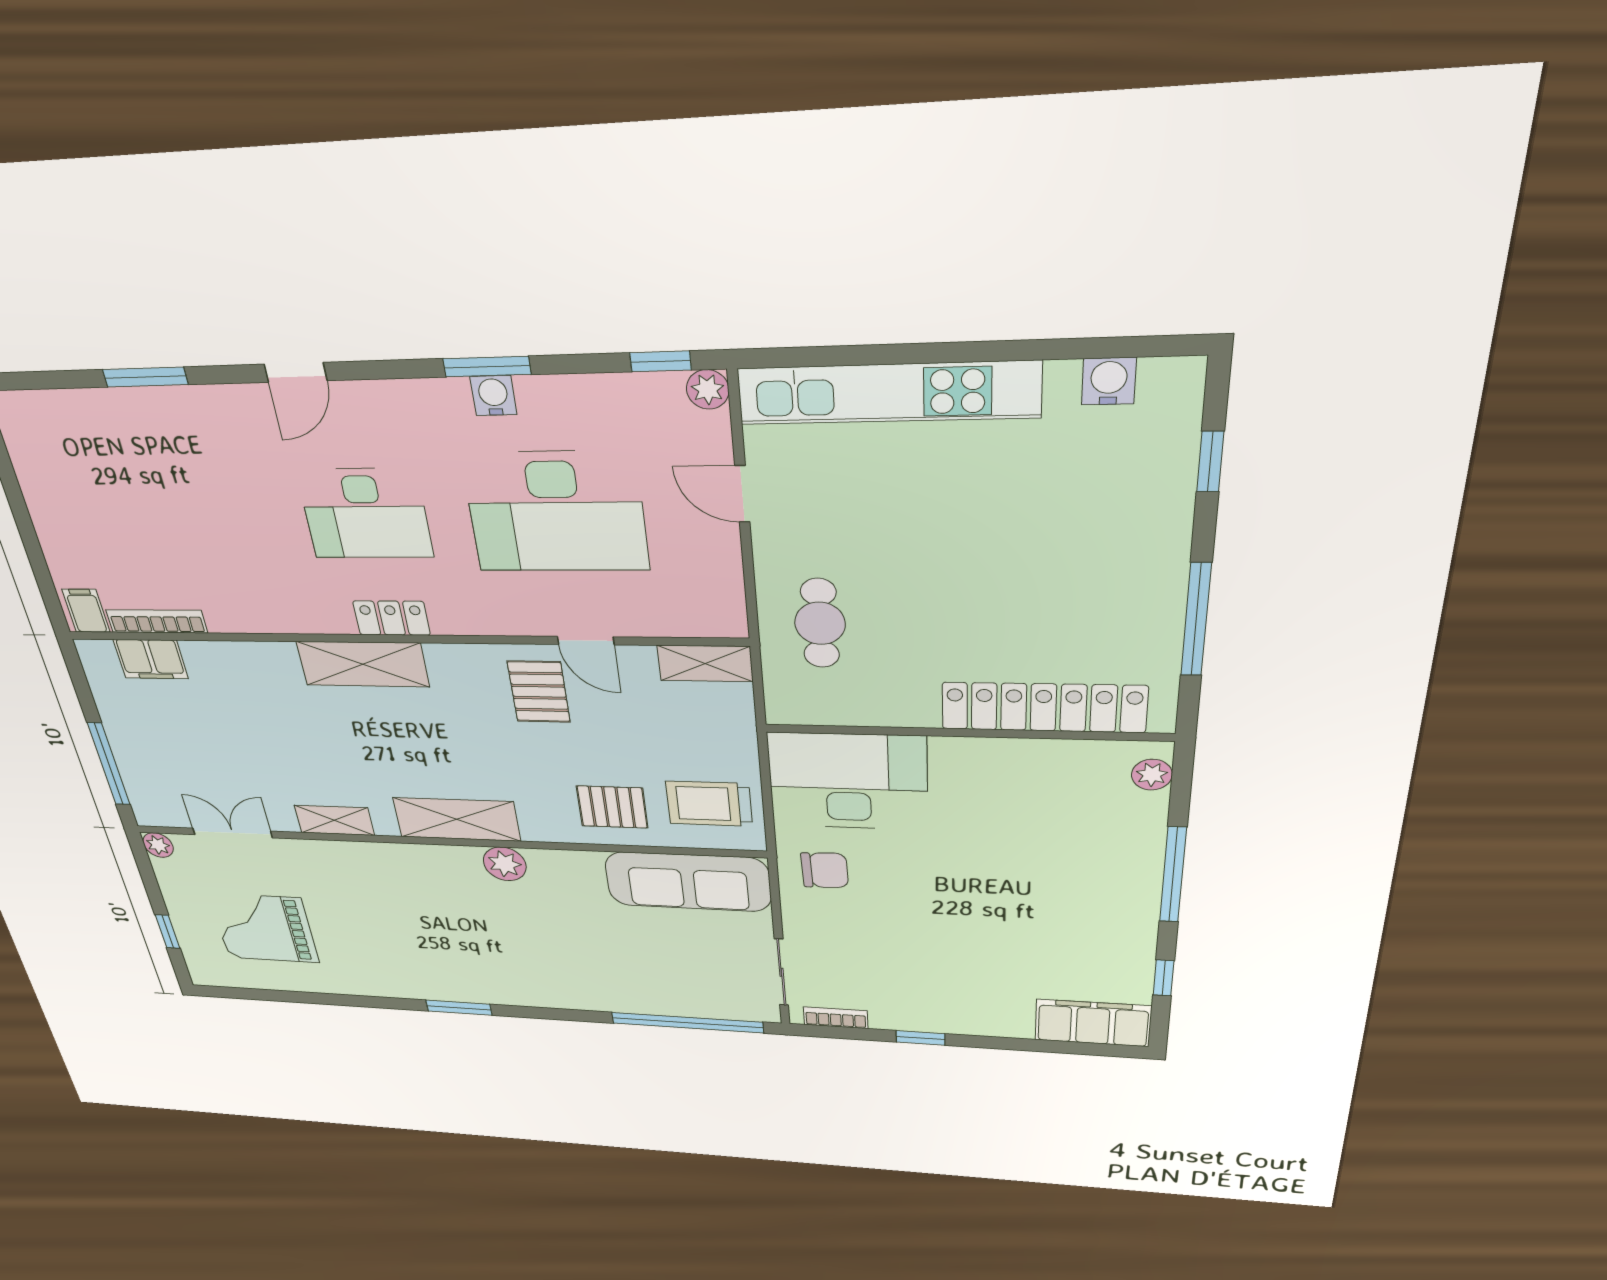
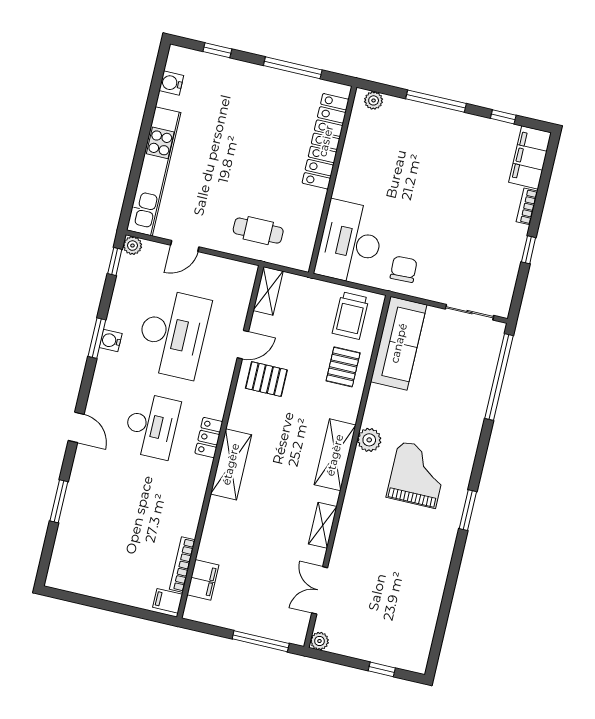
grand piano: (264, 928) -> (417, 475), moved, turned 180
bookcase: (836, 1018) -> (527, 206), moved

